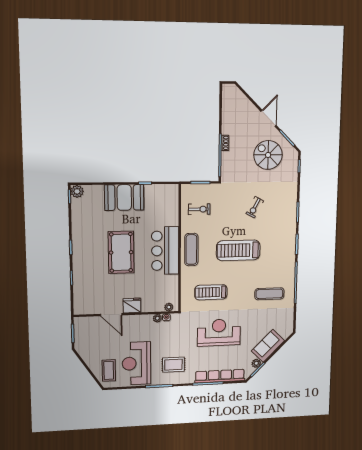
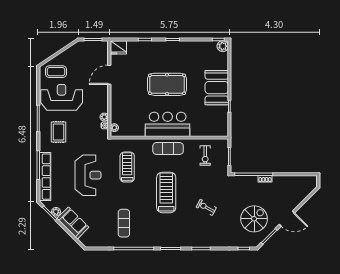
fridge: (132, 305) -> (118, 47), moved, turned 90

